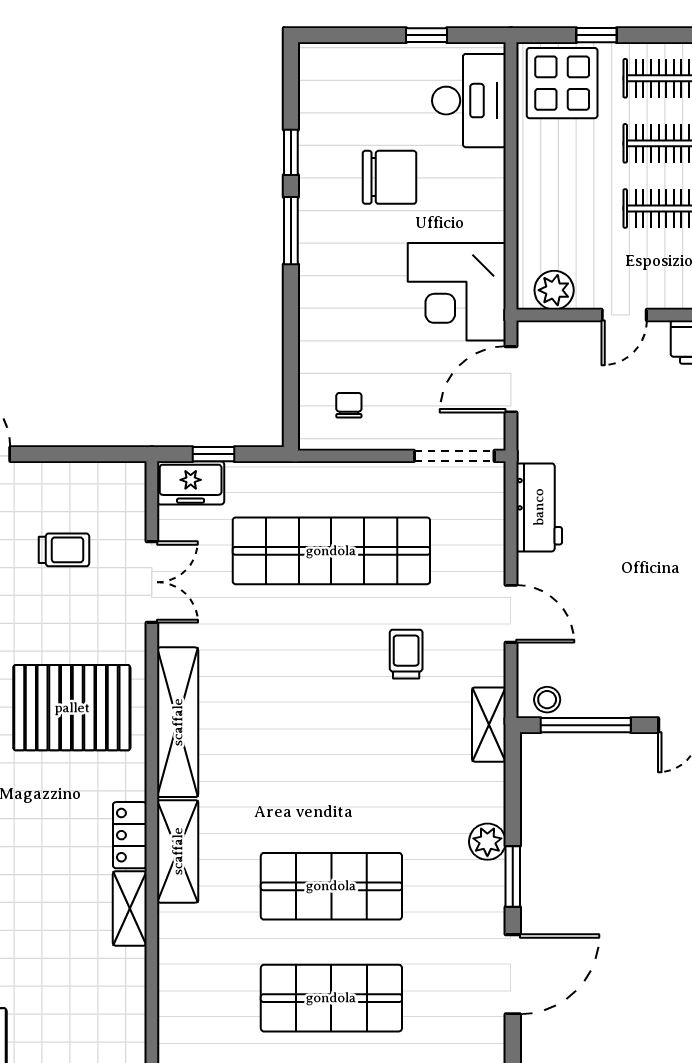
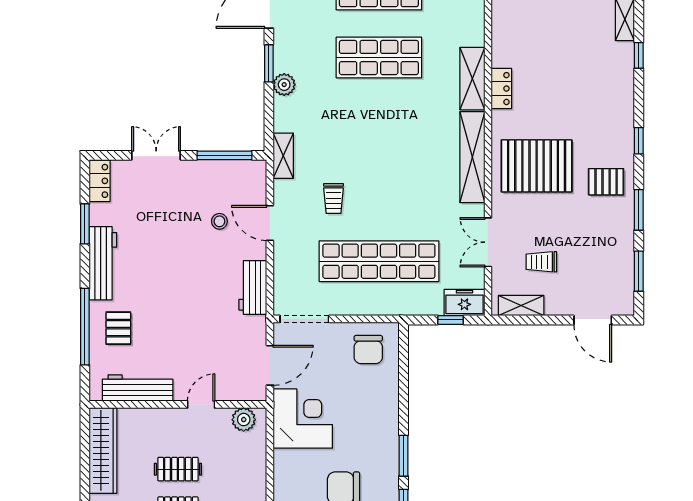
chair: (349, 405) -> (368, 350), width x1.87, depth x1.87
stool: (547, 700) -> (219, 221), moved
shelving: (130, 908) -> (521, 306), moved, turned 90

